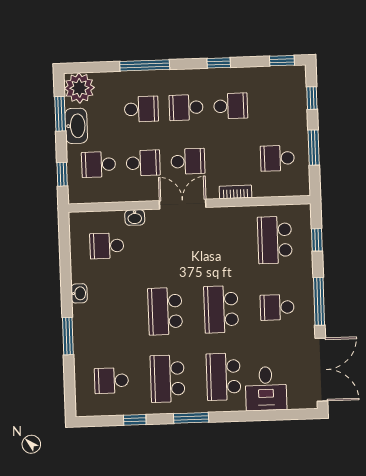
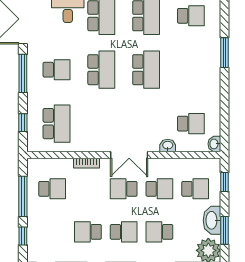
window: (314, 148) -> (23, 196), width x1.44
school desk: (143, 163) -> (159, 189), turned 180
washbasin: (79, 293) -> (214, 144), moved

